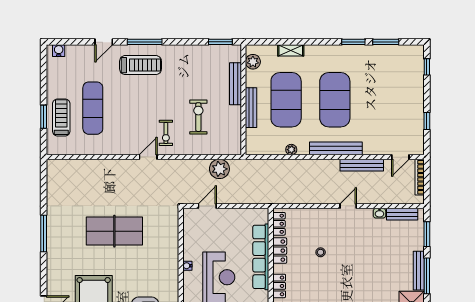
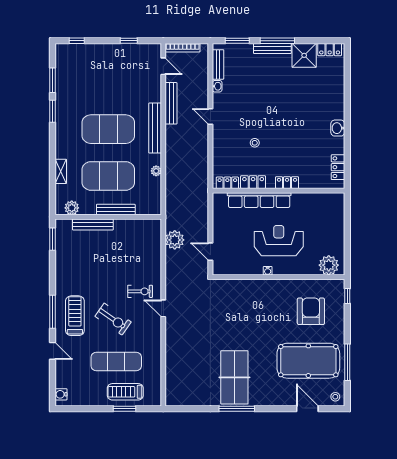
exercise bike: (198, 117) -> (113, 319), moved, turned -145
table tennis table: (114, 231) -> (234, 377), moved

